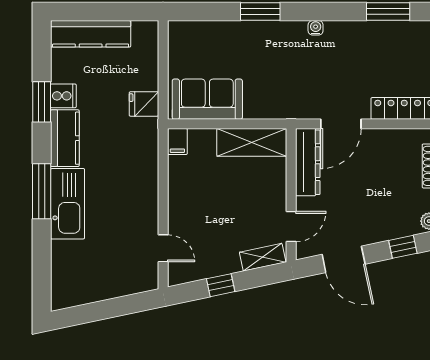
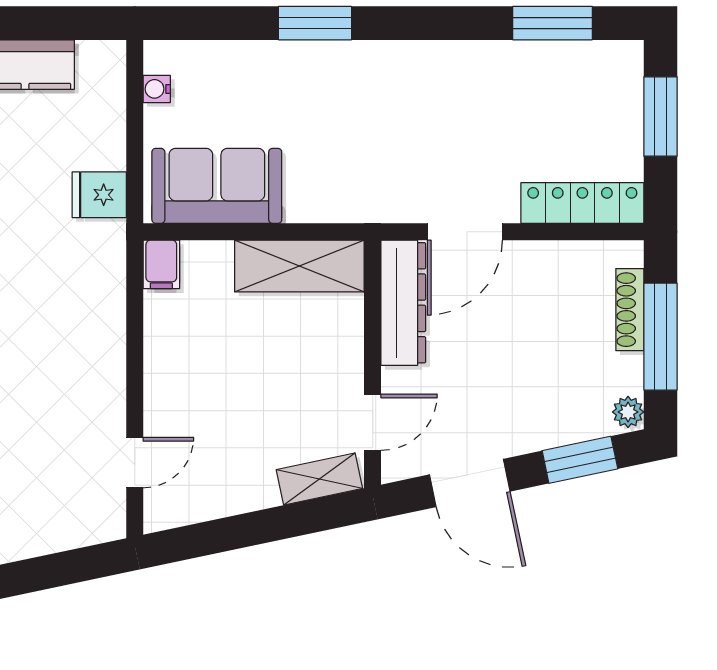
water cooler: (316, 28) -> (157, 89), moved, turned -90
window: (403, 247) -> (580, 460), width x1.50
door: (163, 248) -> (135, 463), hinge flipped
window: (221, 285) -> (242, 531), removed

